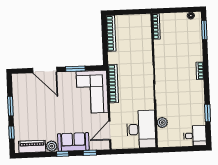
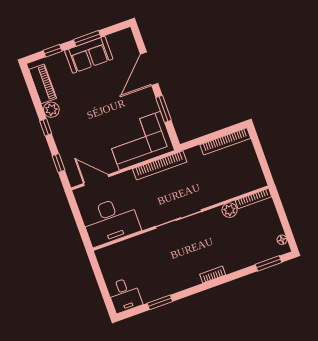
plant: (162, 123) -> (229, 210), moved
sofa: (73, 142) -> (89, 55), moved, turned 90

